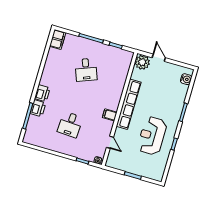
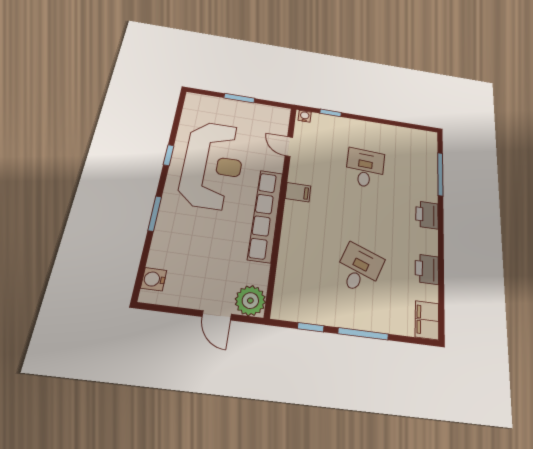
desk: (86, 70) -> (359, 269), turned 42
printer: (38, 108) -> (427, 269), moved
reception desk: (152, 136) -> (213, 165), width x1.36, depth x1.30

